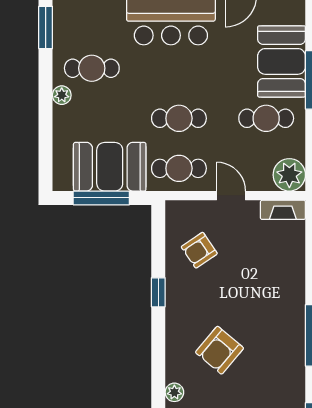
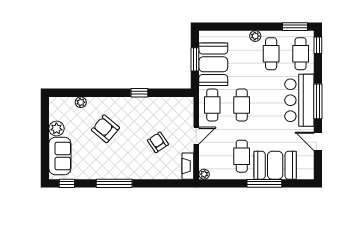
cafe table: (92, 18) -> (301, 54), added
plant: (289, 175) -> (204, 174), width x0.53, depth x0.53
window: (101, 198) -> (195, 59), width x0.69
armchair: (199, 250) -> (158, 142), moved

